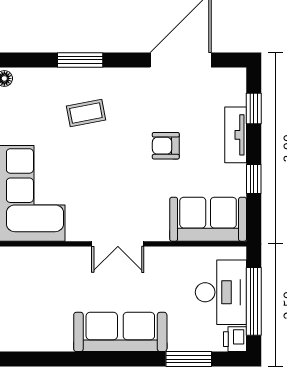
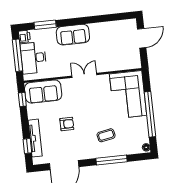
window: (80, 60) -> (112, 160), width x1.44
tv unit: (236, 135) -> (35, 138), width x1.41
window: (254, 179) -> (22, 100), moved
sofa: (120, 332) -> (73, 35), width x0.73

